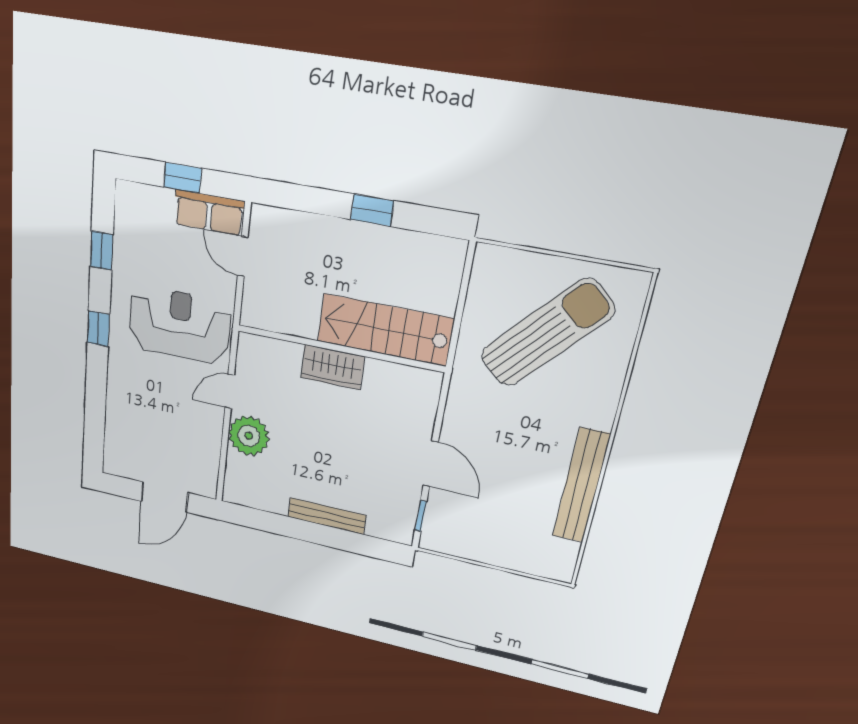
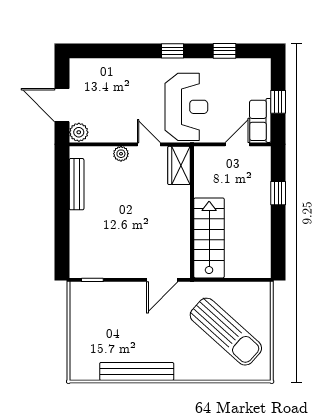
window: (372, 210) -> (278, 193), moved
wardrobe: (332, 367) -> (179, 165), moved
plant: (249, 436) -> (121, 154), width x0.53, depth x0.53
door: (431, 464) -> (162, 280), moved
plant: (203, 484) -> (79, 132), added
bench: (327, 516) -> (77, 184), moved

